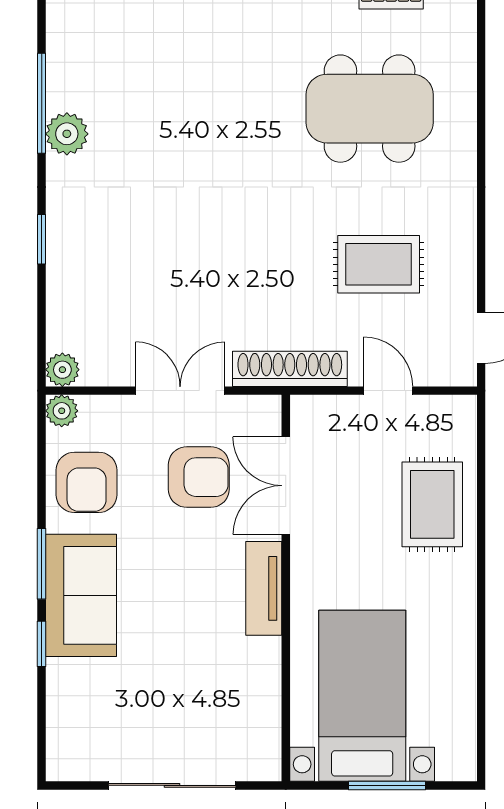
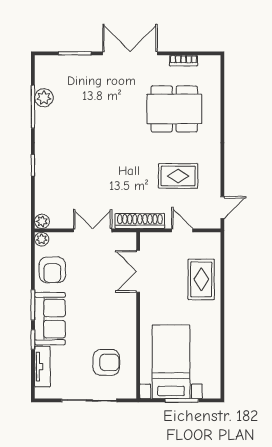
plant: (67, 134) -> (44, 98), moved
armchair: (199, 477) -> (106, 362), moved
tv unit: (264, 588) -> (42, 367), moved, turned 180

